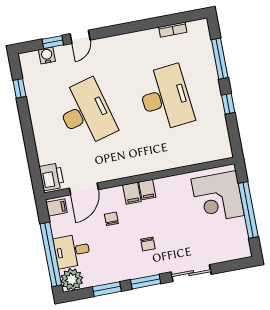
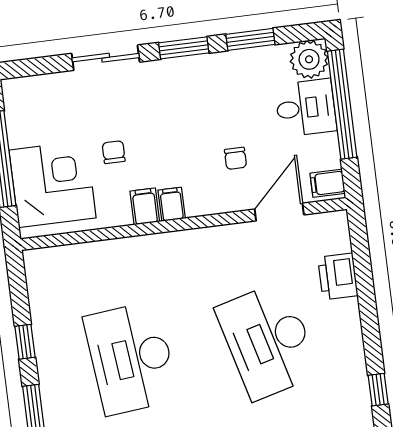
printer: (52, 177) -> (338, 276), moved
filing cabinet: (132, 193) -> (145, 206), moved
chair: (148, 244) -> (114, 152), moved

